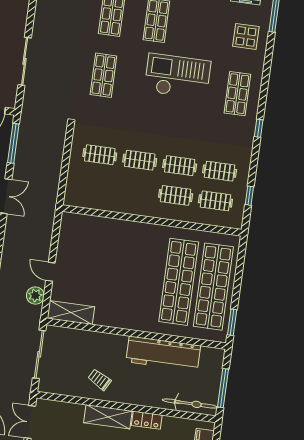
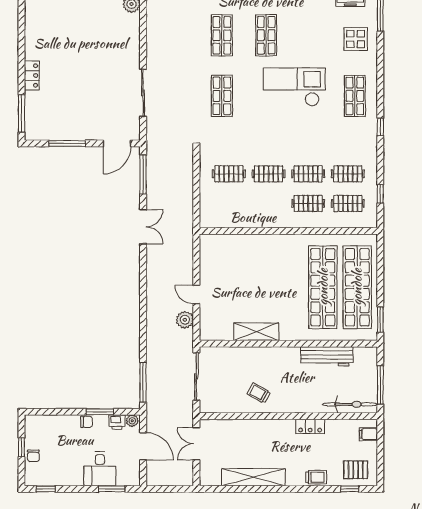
shelving: (71, 313) -> (256, 332), moved
workbench: (163, 354) -> (327, 356), width x0.73, depth x0.76
shelving: (108, 417) -> (272, 428), removed

